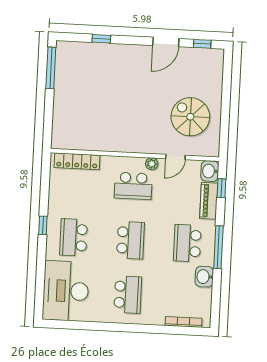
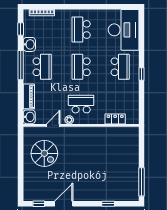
locker: (77, 161) -> (115, 119), width x0.66
window: (221, 188) -> (21, 29), moved

